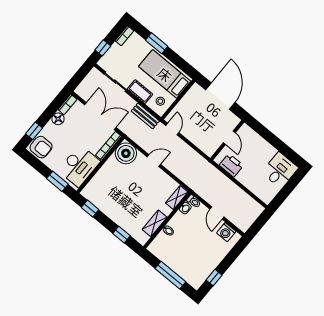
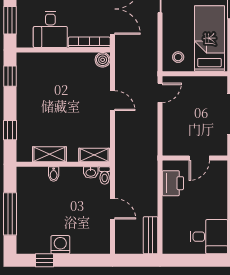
cot: (140, 92) -> (171, 28), removed
bench: (145, 116) -> (151, 235), moved
boiler: (126, 153) -> (103, 60), width x0.54, depth x0.54
desk: (79, 166) -> (50, 29), width x0.73
door: (217, 213) -> (112, 209), swing flipped
washing machine: (226, 232) -> (60, 245), moved, turned 90

